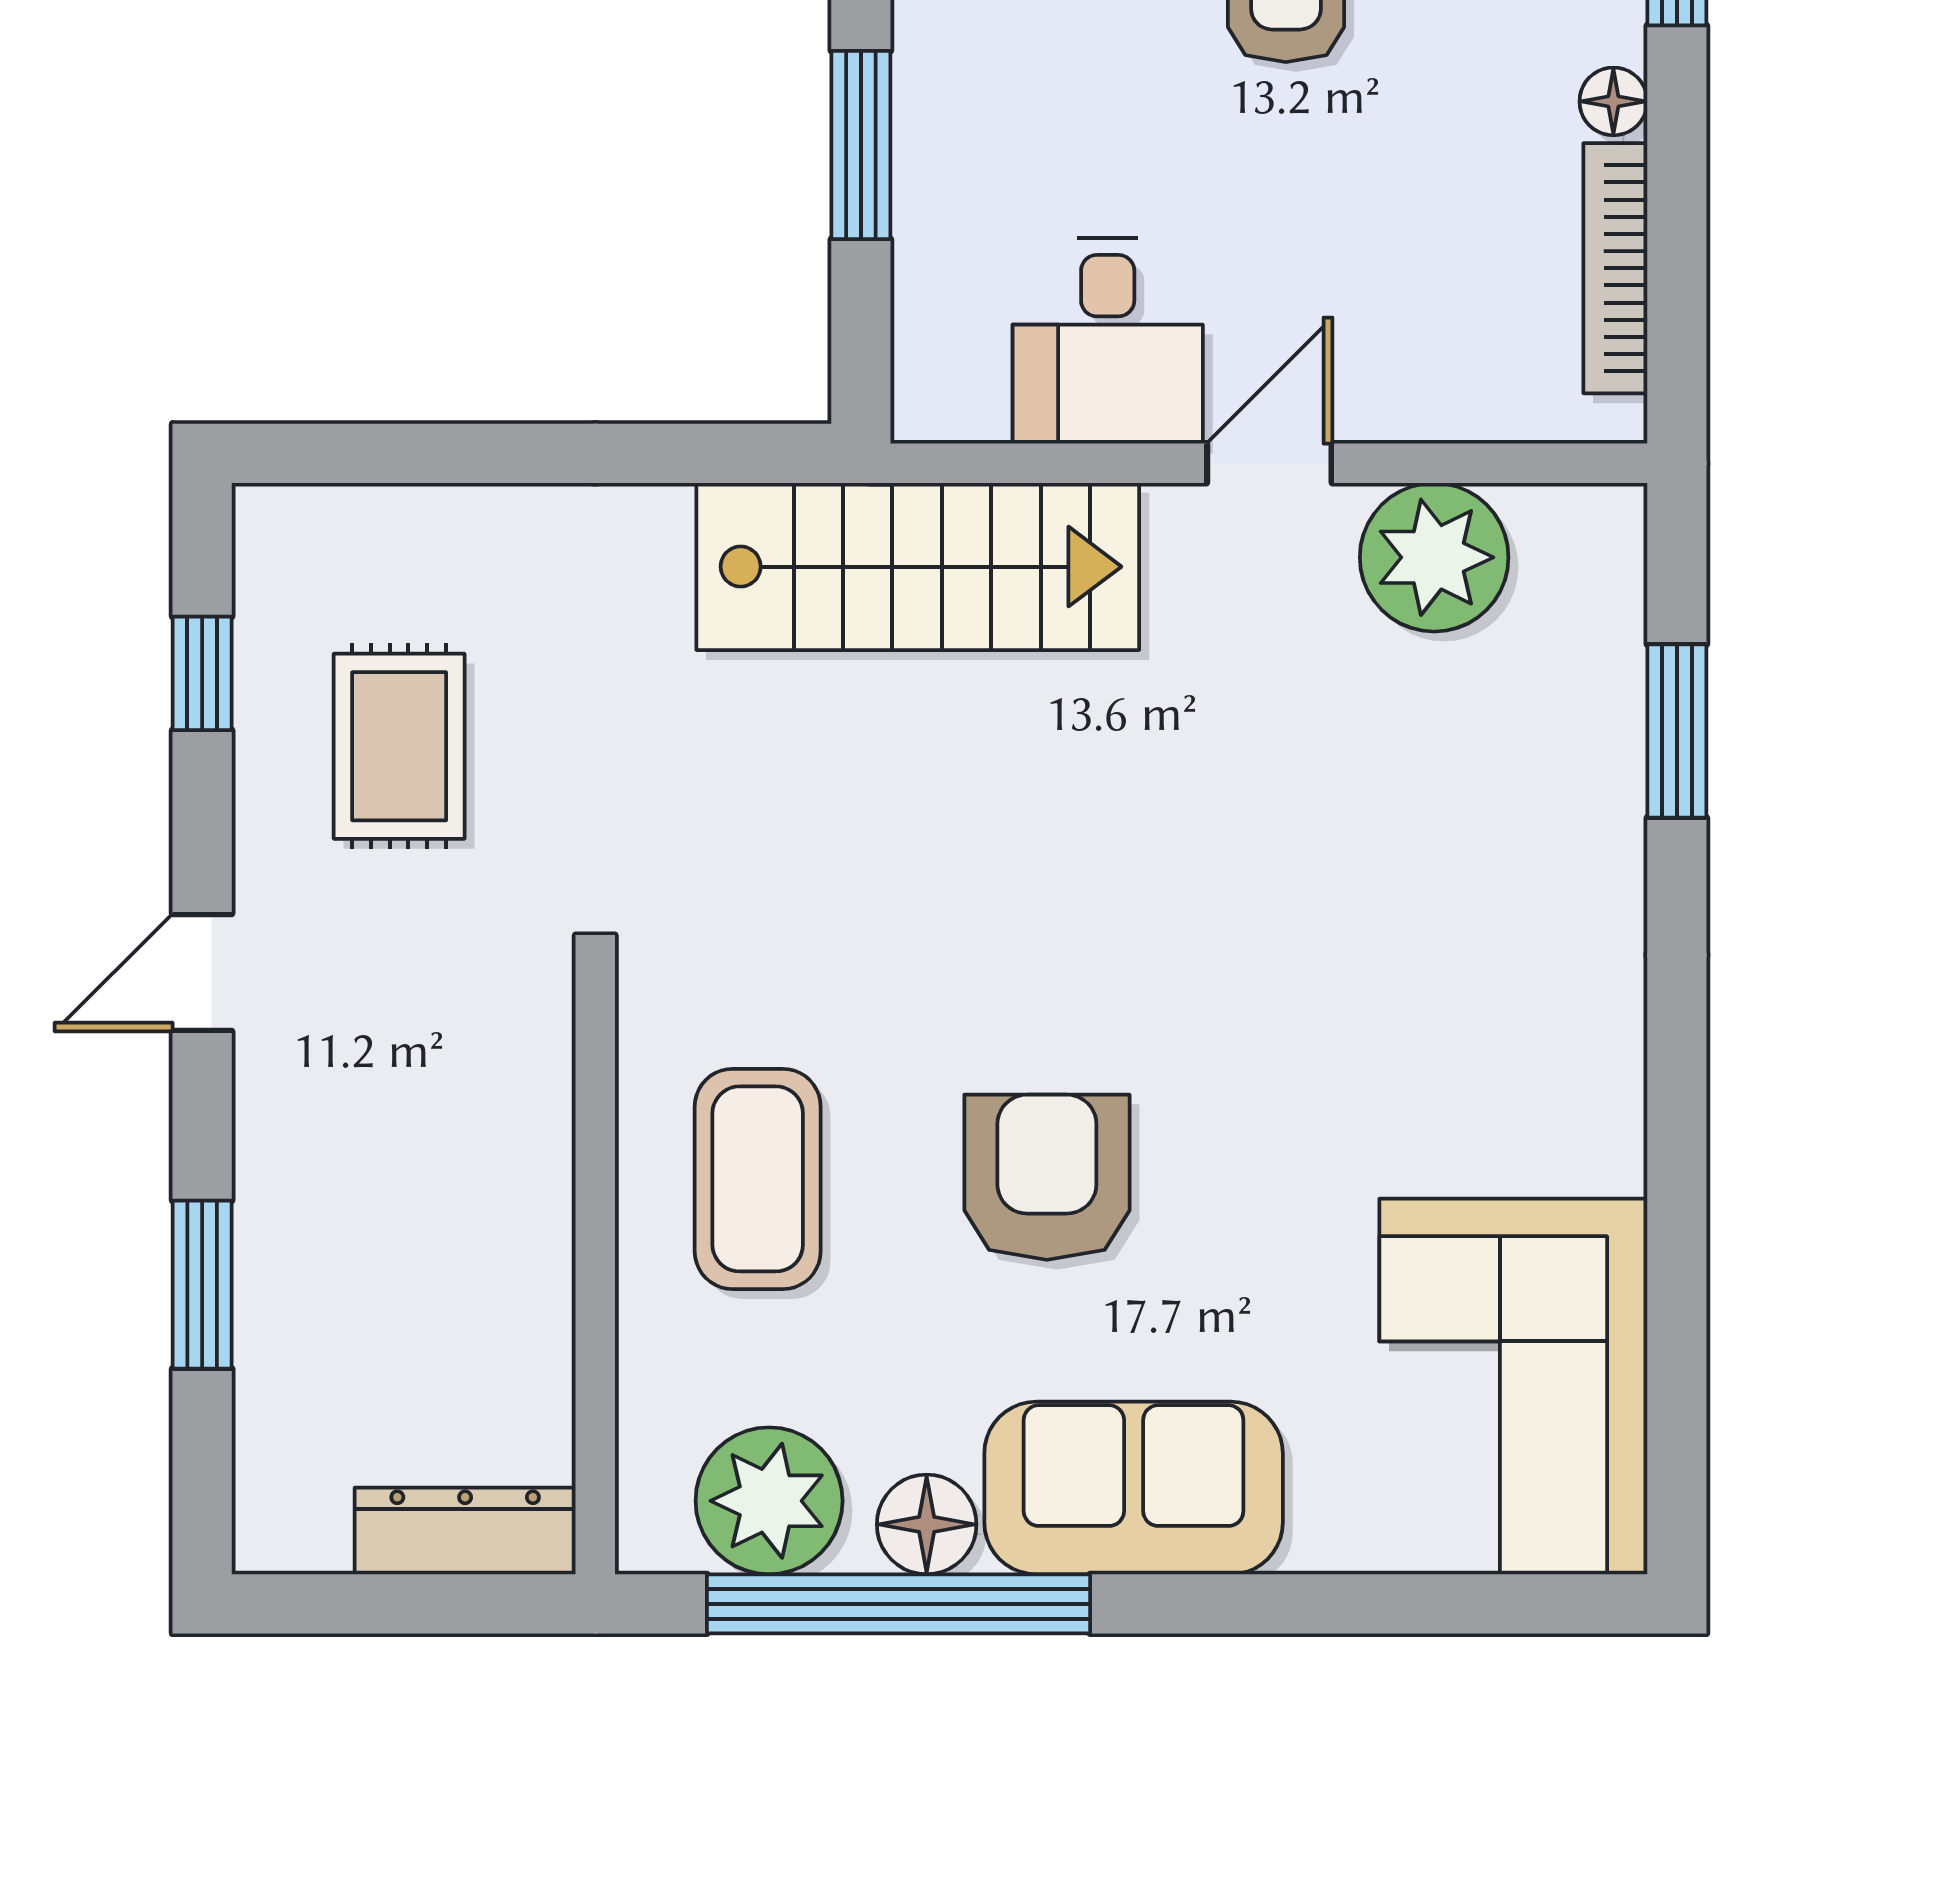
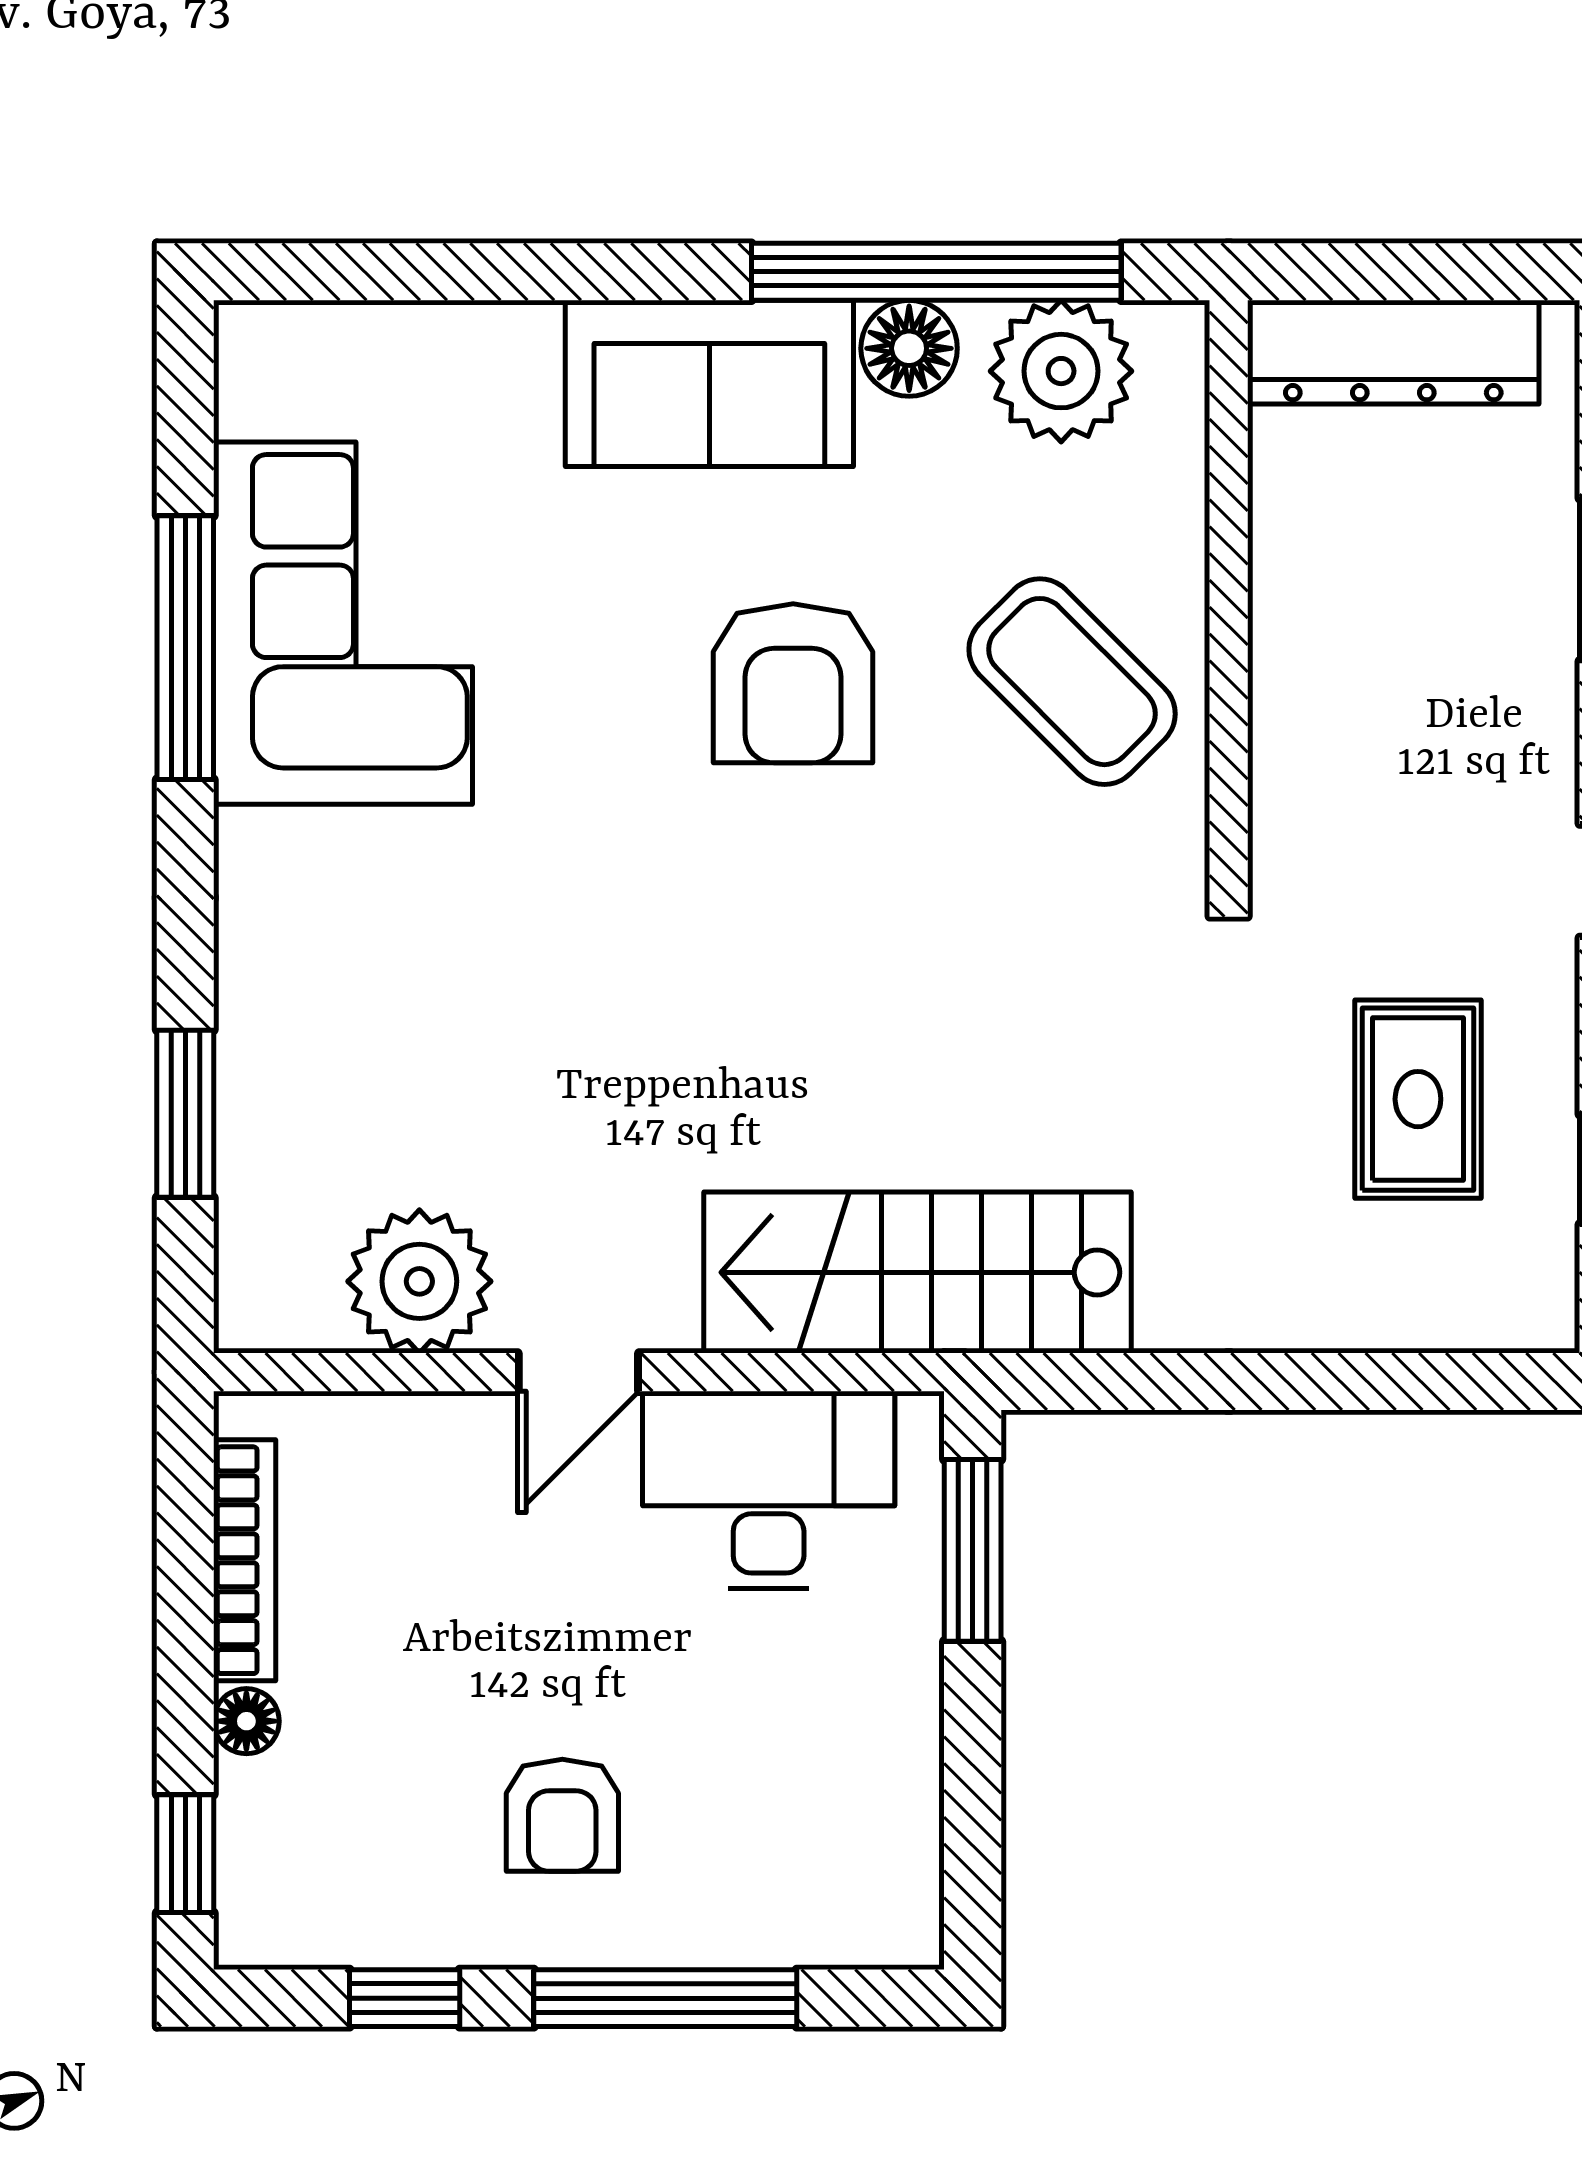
window: (861, 145) -> (973, 1550), moved
desk: (1108, 341) -> (769, 1490), width x1.37
coffee table: (758, 1179) -> (1072, 682), turned -45
window: (1677, 1214) -> (185, 648), added
corner sofa: (1513, 1386) -> (343, 623), moved
dresser: (465, 1531) -> (1393, 352), width x1.37, depth x1.24

